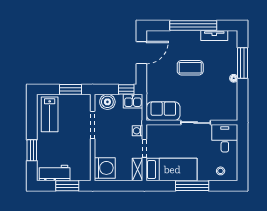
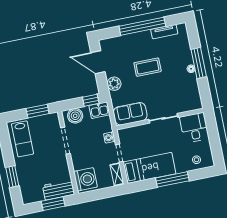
door: (141, 53) -> (98, 62), swing flipped
window: (243, 63) -> (199, 63), moved
plant: (153, 78) -> (114, 84), added
workbench: (55, 173) -> (59, 190), moved

